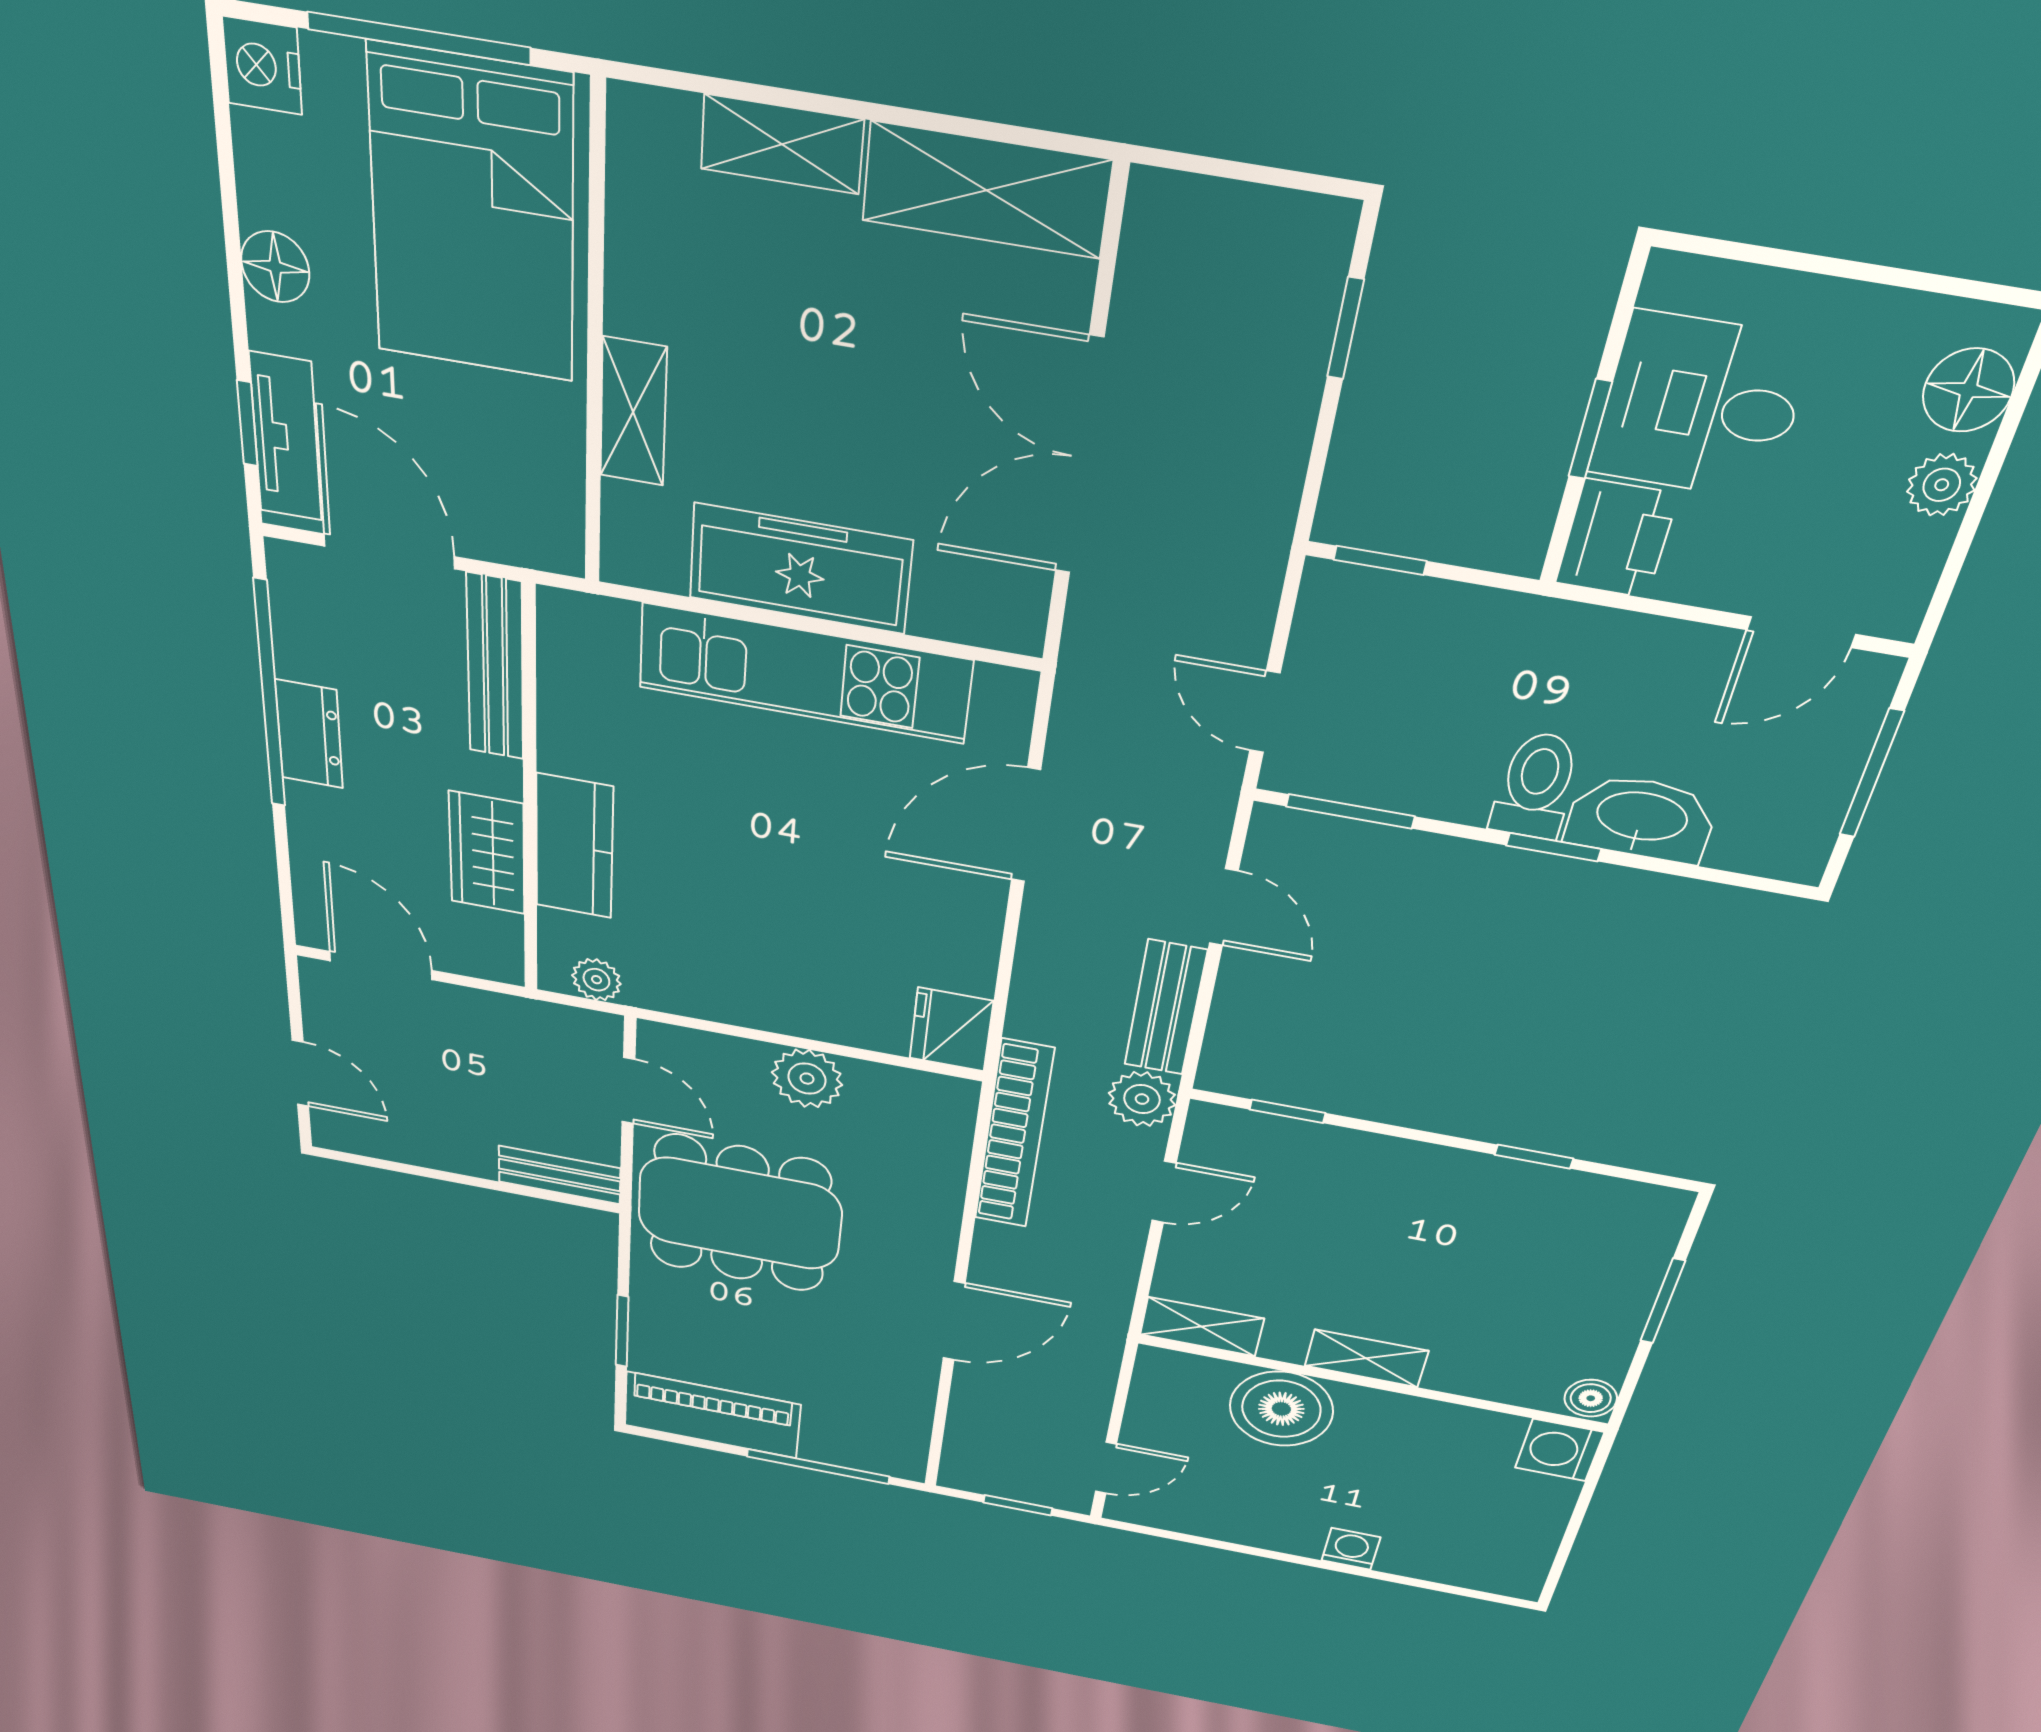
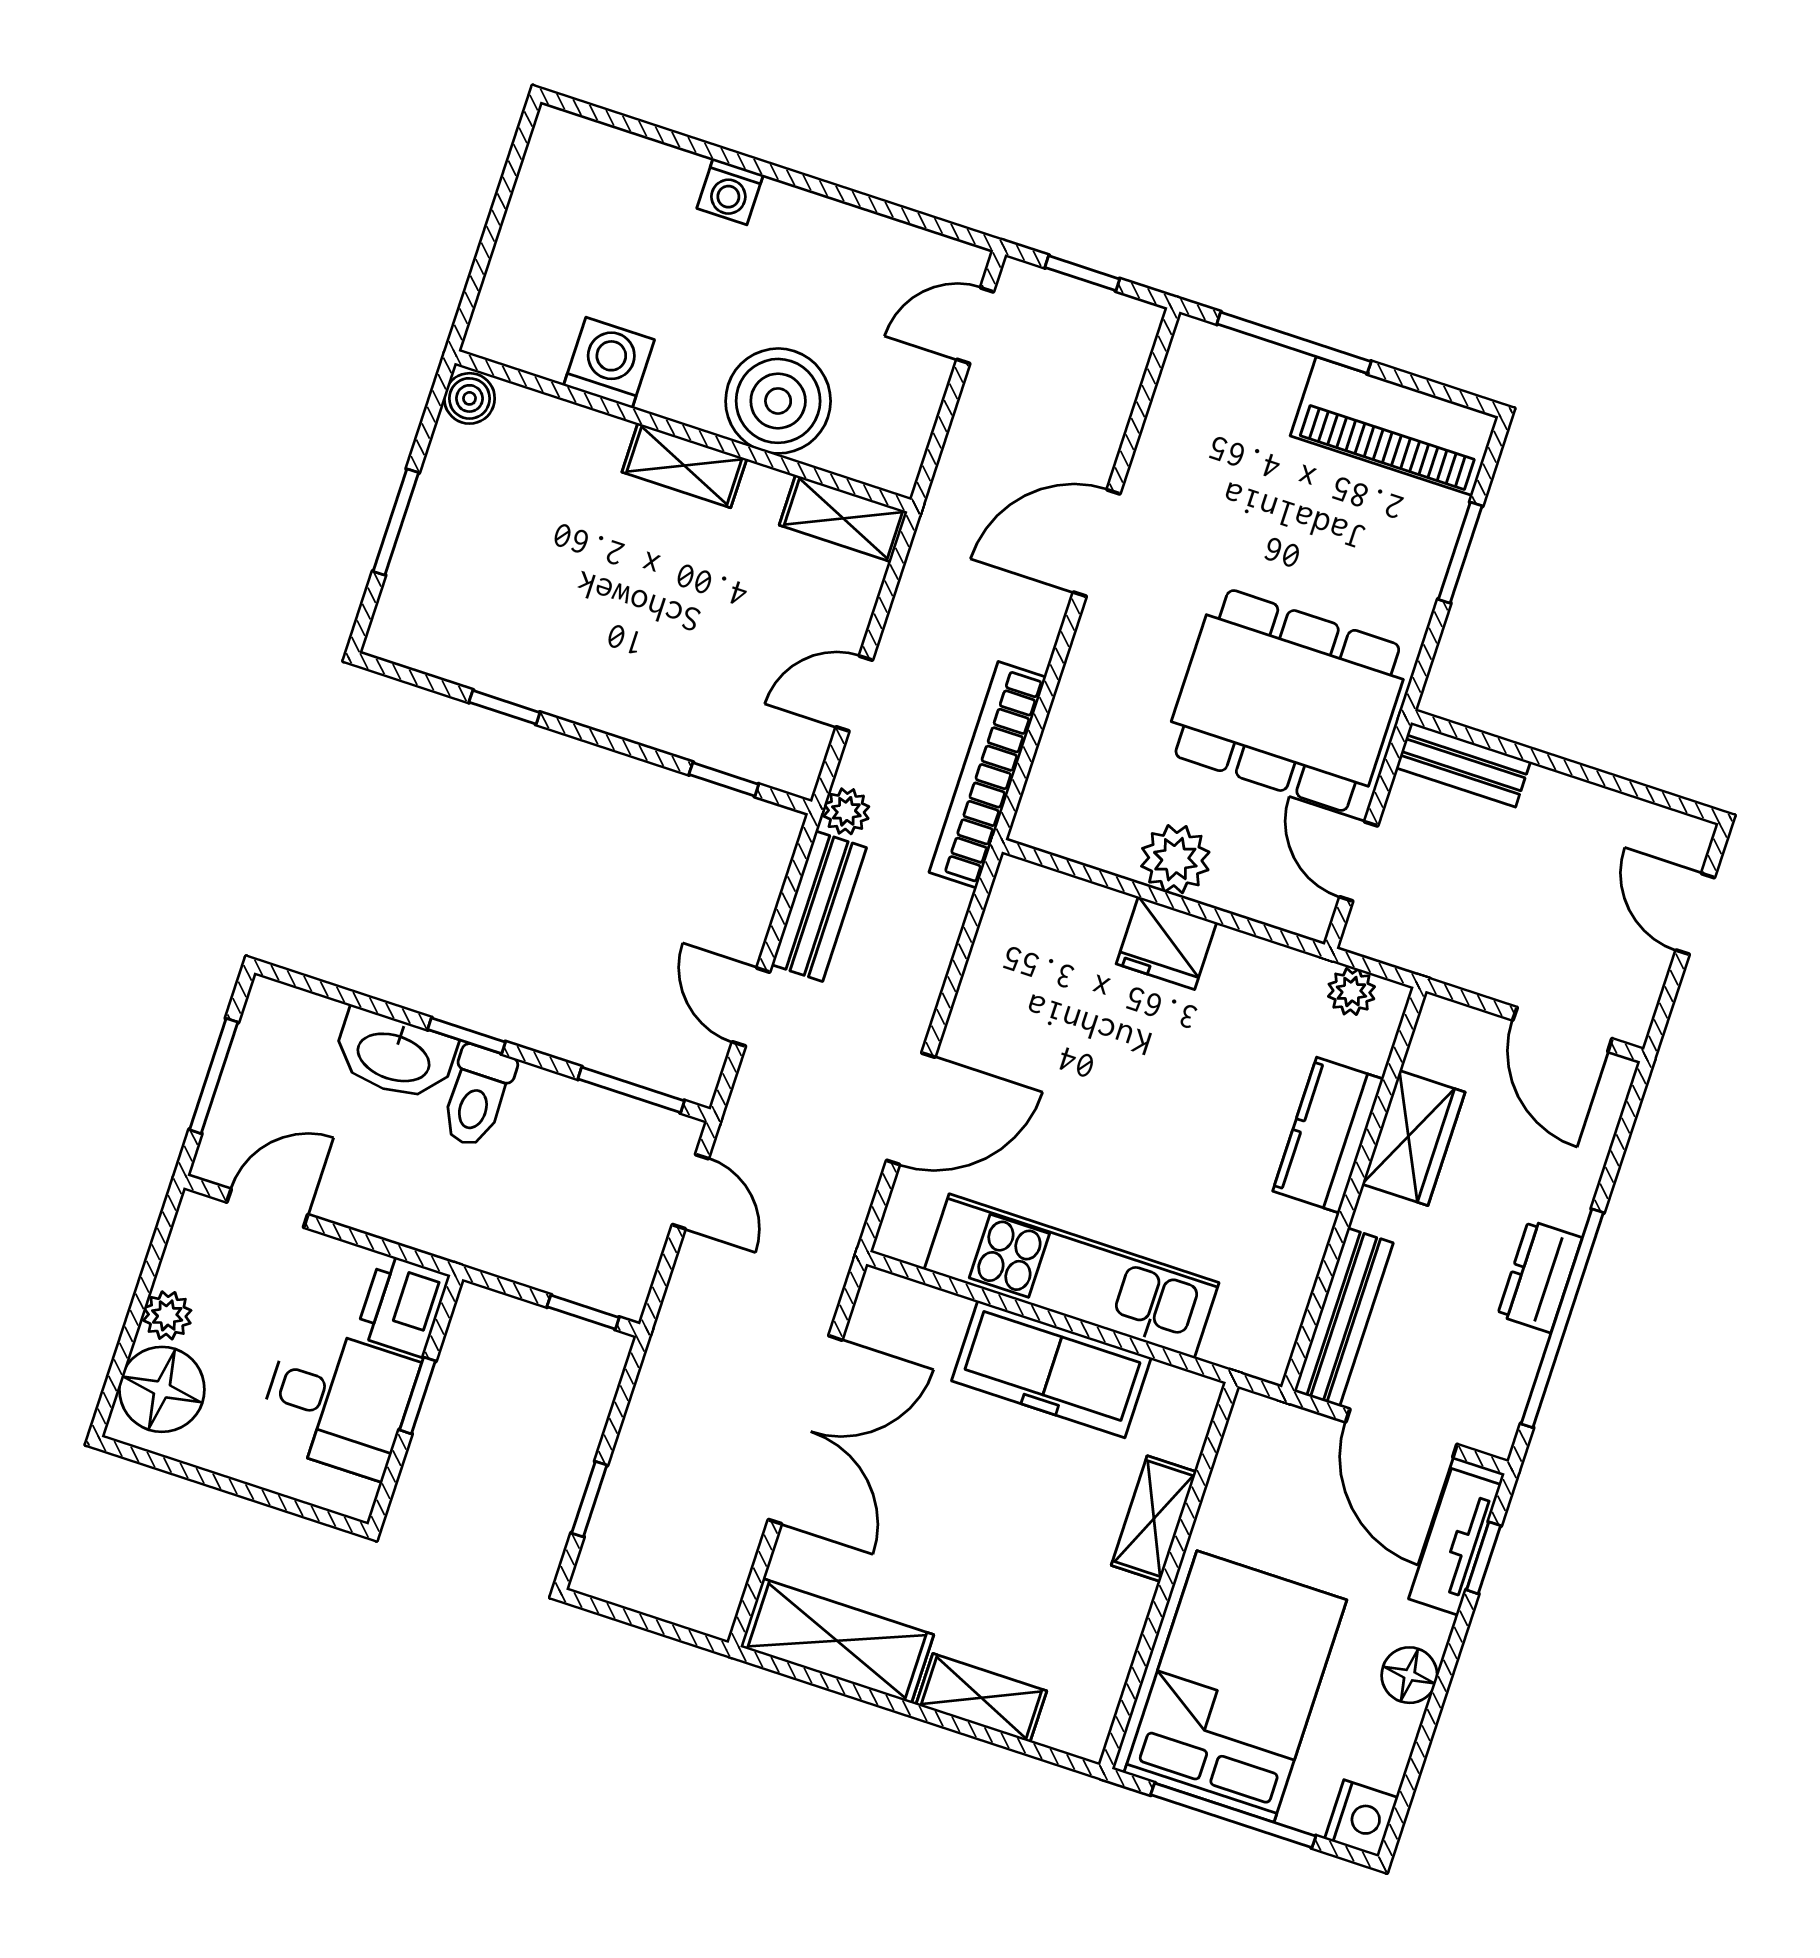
floor lamp: (1968, 390) -> (162, 1389), width x1.38, depth x1.38
fridge: (951, 1030) -> (1166, 943), moved, turned 90
plant: (1142, 1099) -> (846, 811), width x0.73, depth x0.73
washing machine: (1559, 1450) -> (609, 363), moved, turned -90

